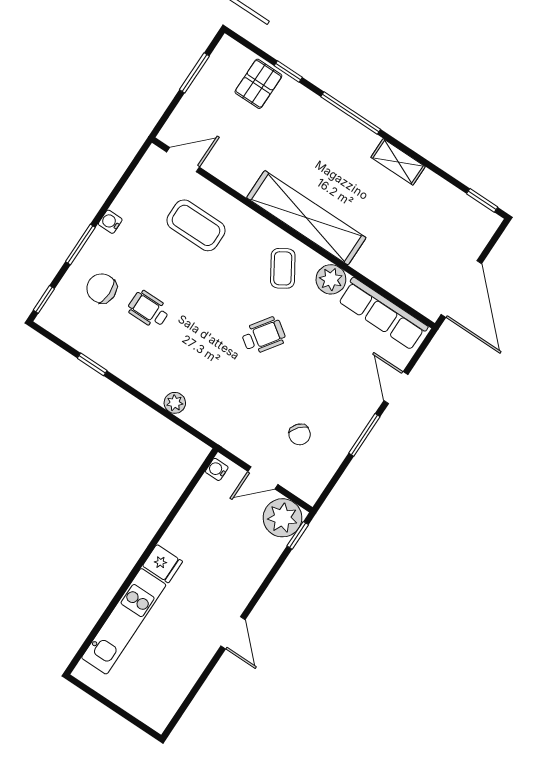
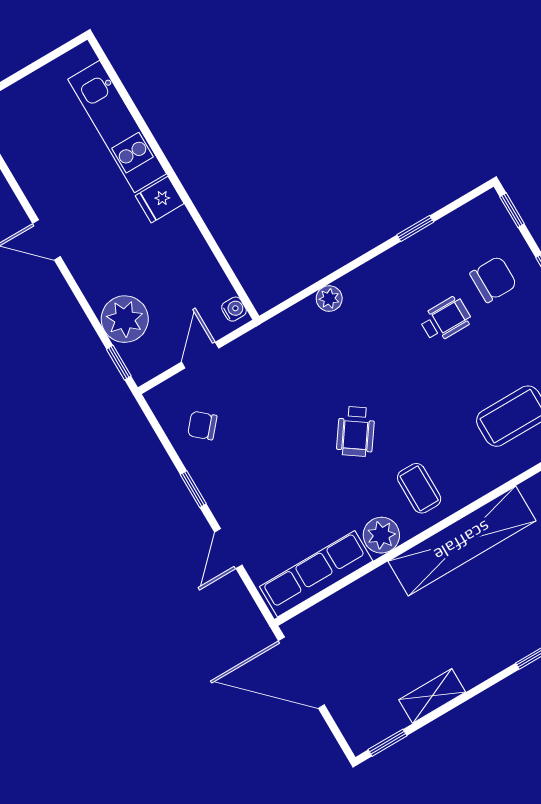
shelving: (398, 162) -> (432, 696), moved
coffee table: (283, 268) -> (419, 488), turned 32
door: (396, 388) -> (228, 549), swing flipped
chair: (300, 434) -> (202, 426), moved
window: (364, 435) -> (193, 489), width x0.67
plant: (282, 518) -> (125, 319), moved

